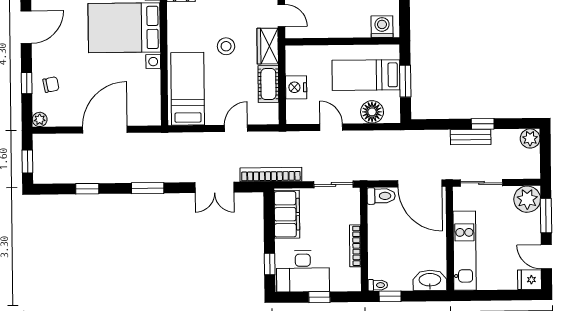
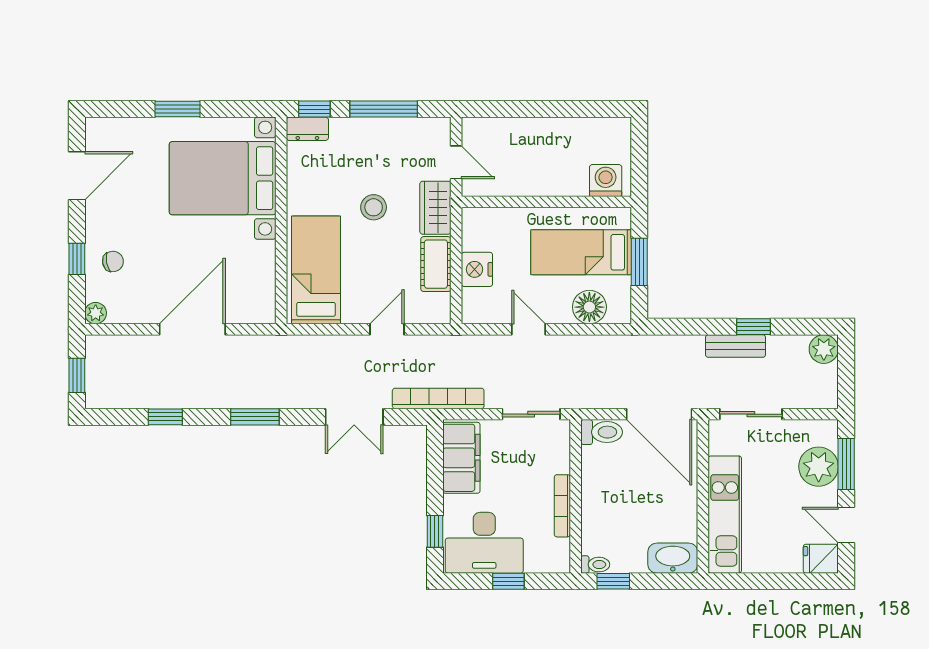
plant: (527, 199) -> (819, 467), moved

